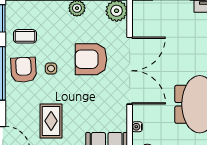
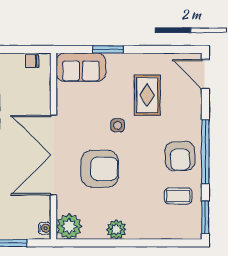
side table: (51, 68) -> (118, 125), moved
water cooler: (137, 127) -> (45, 228), moved

